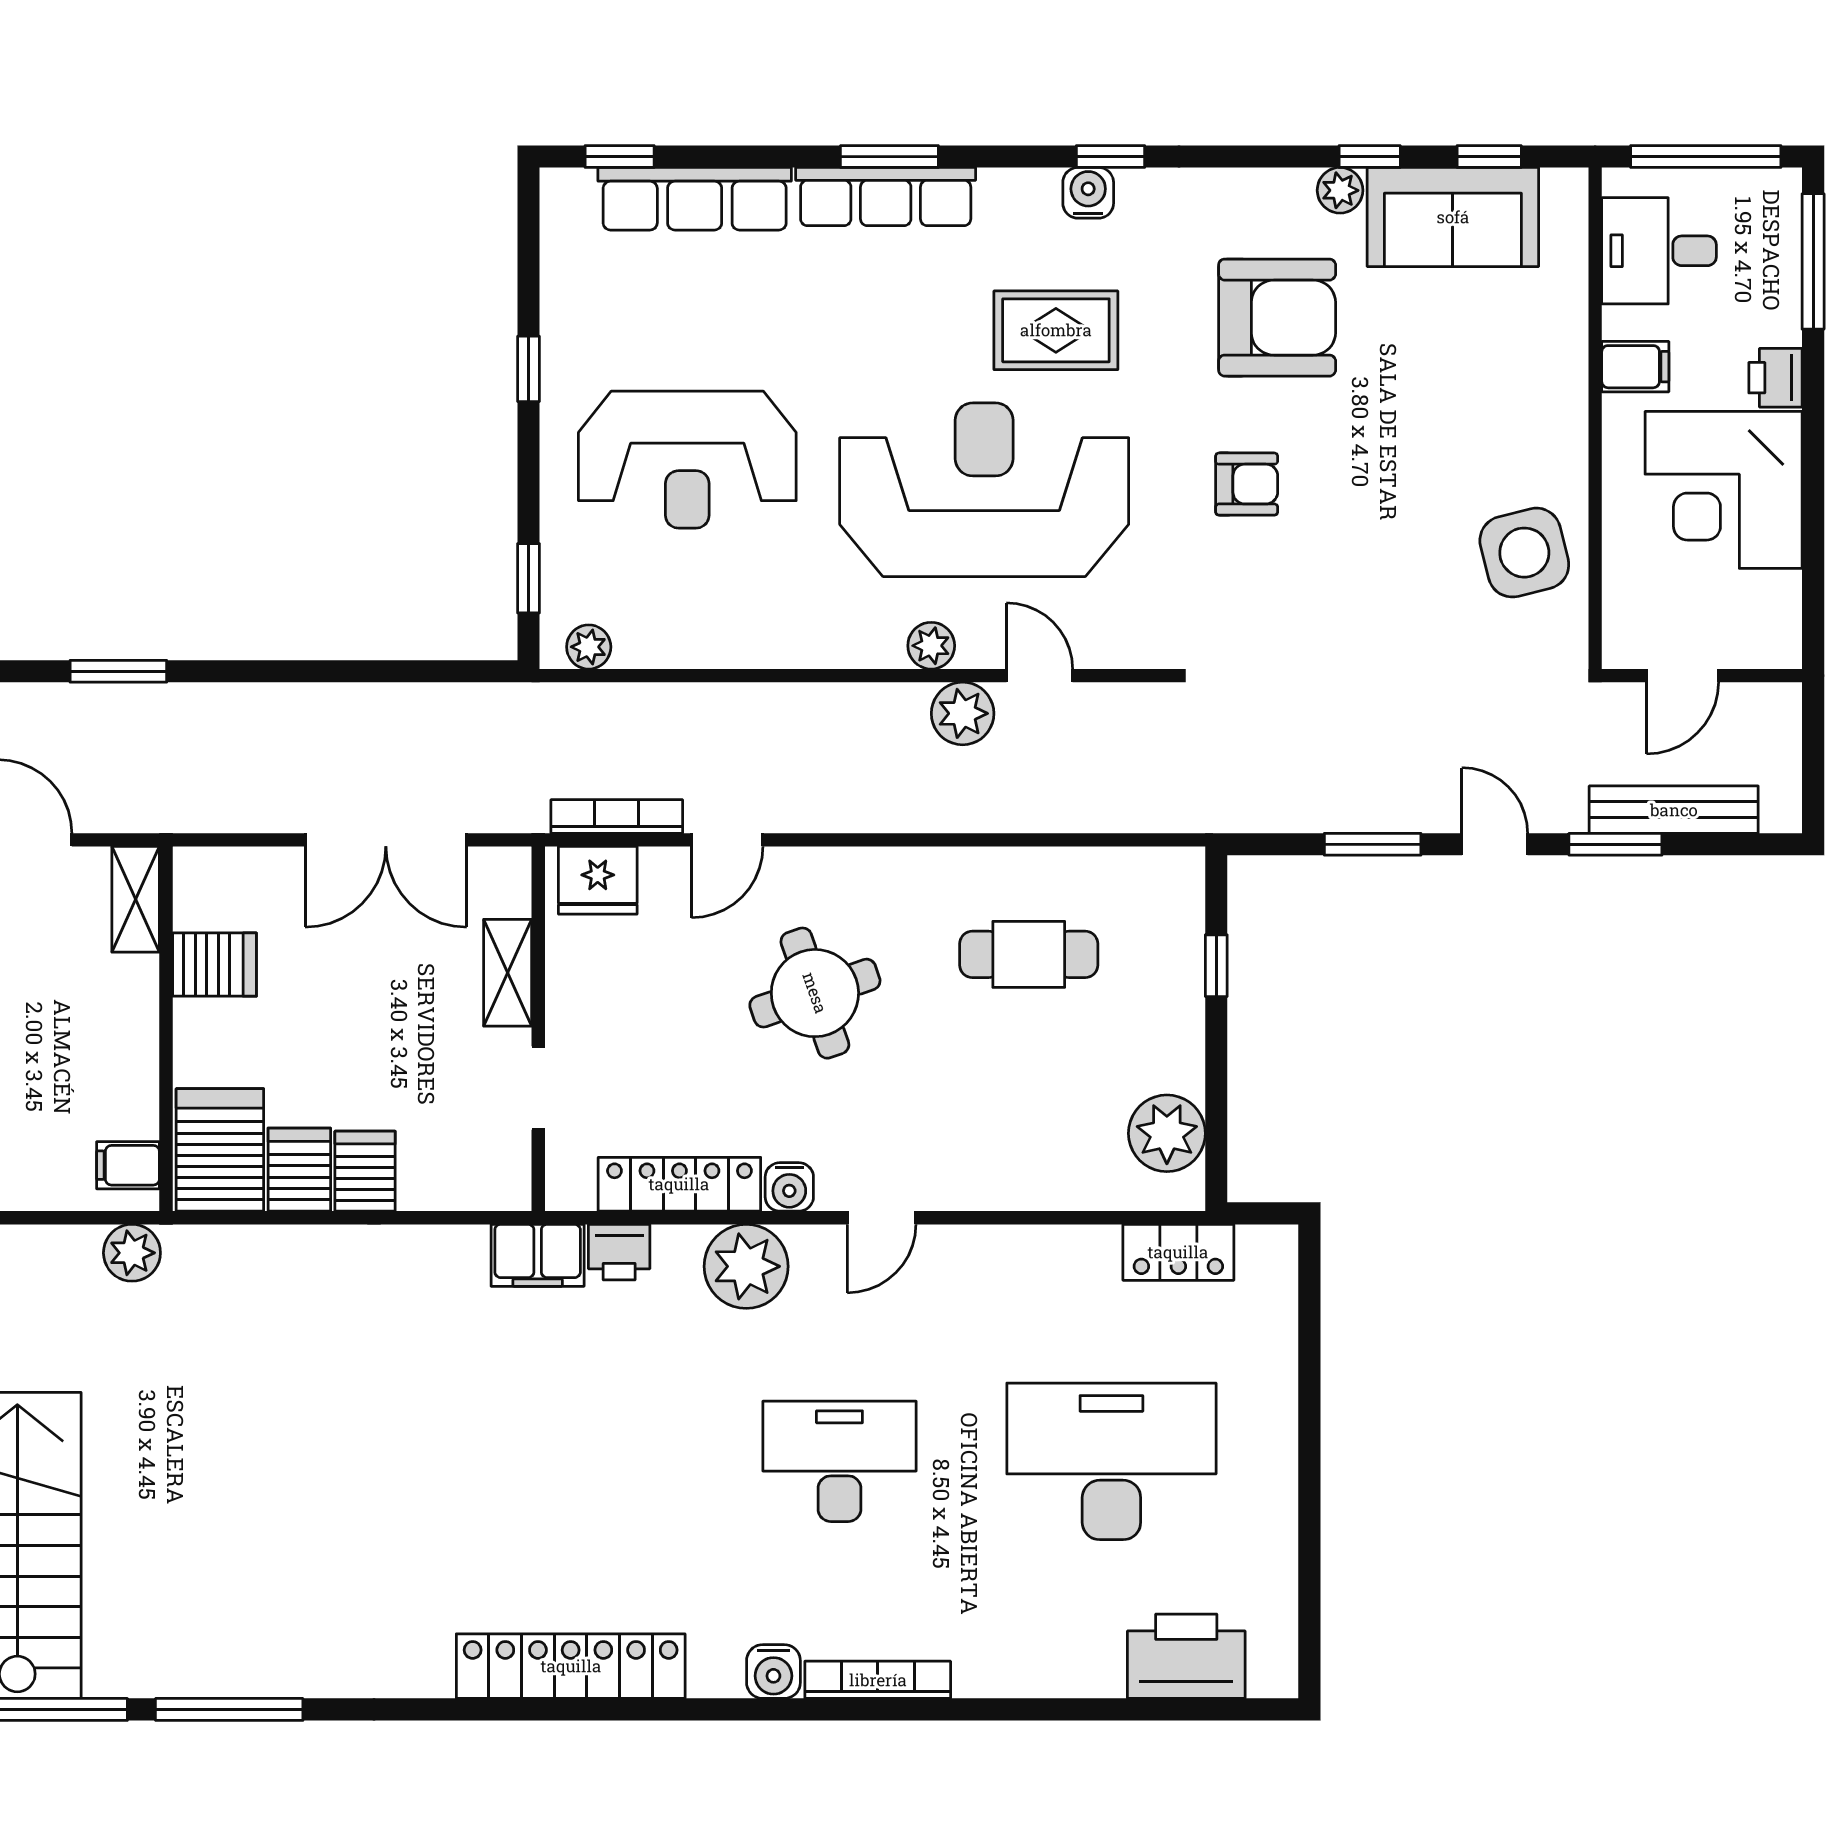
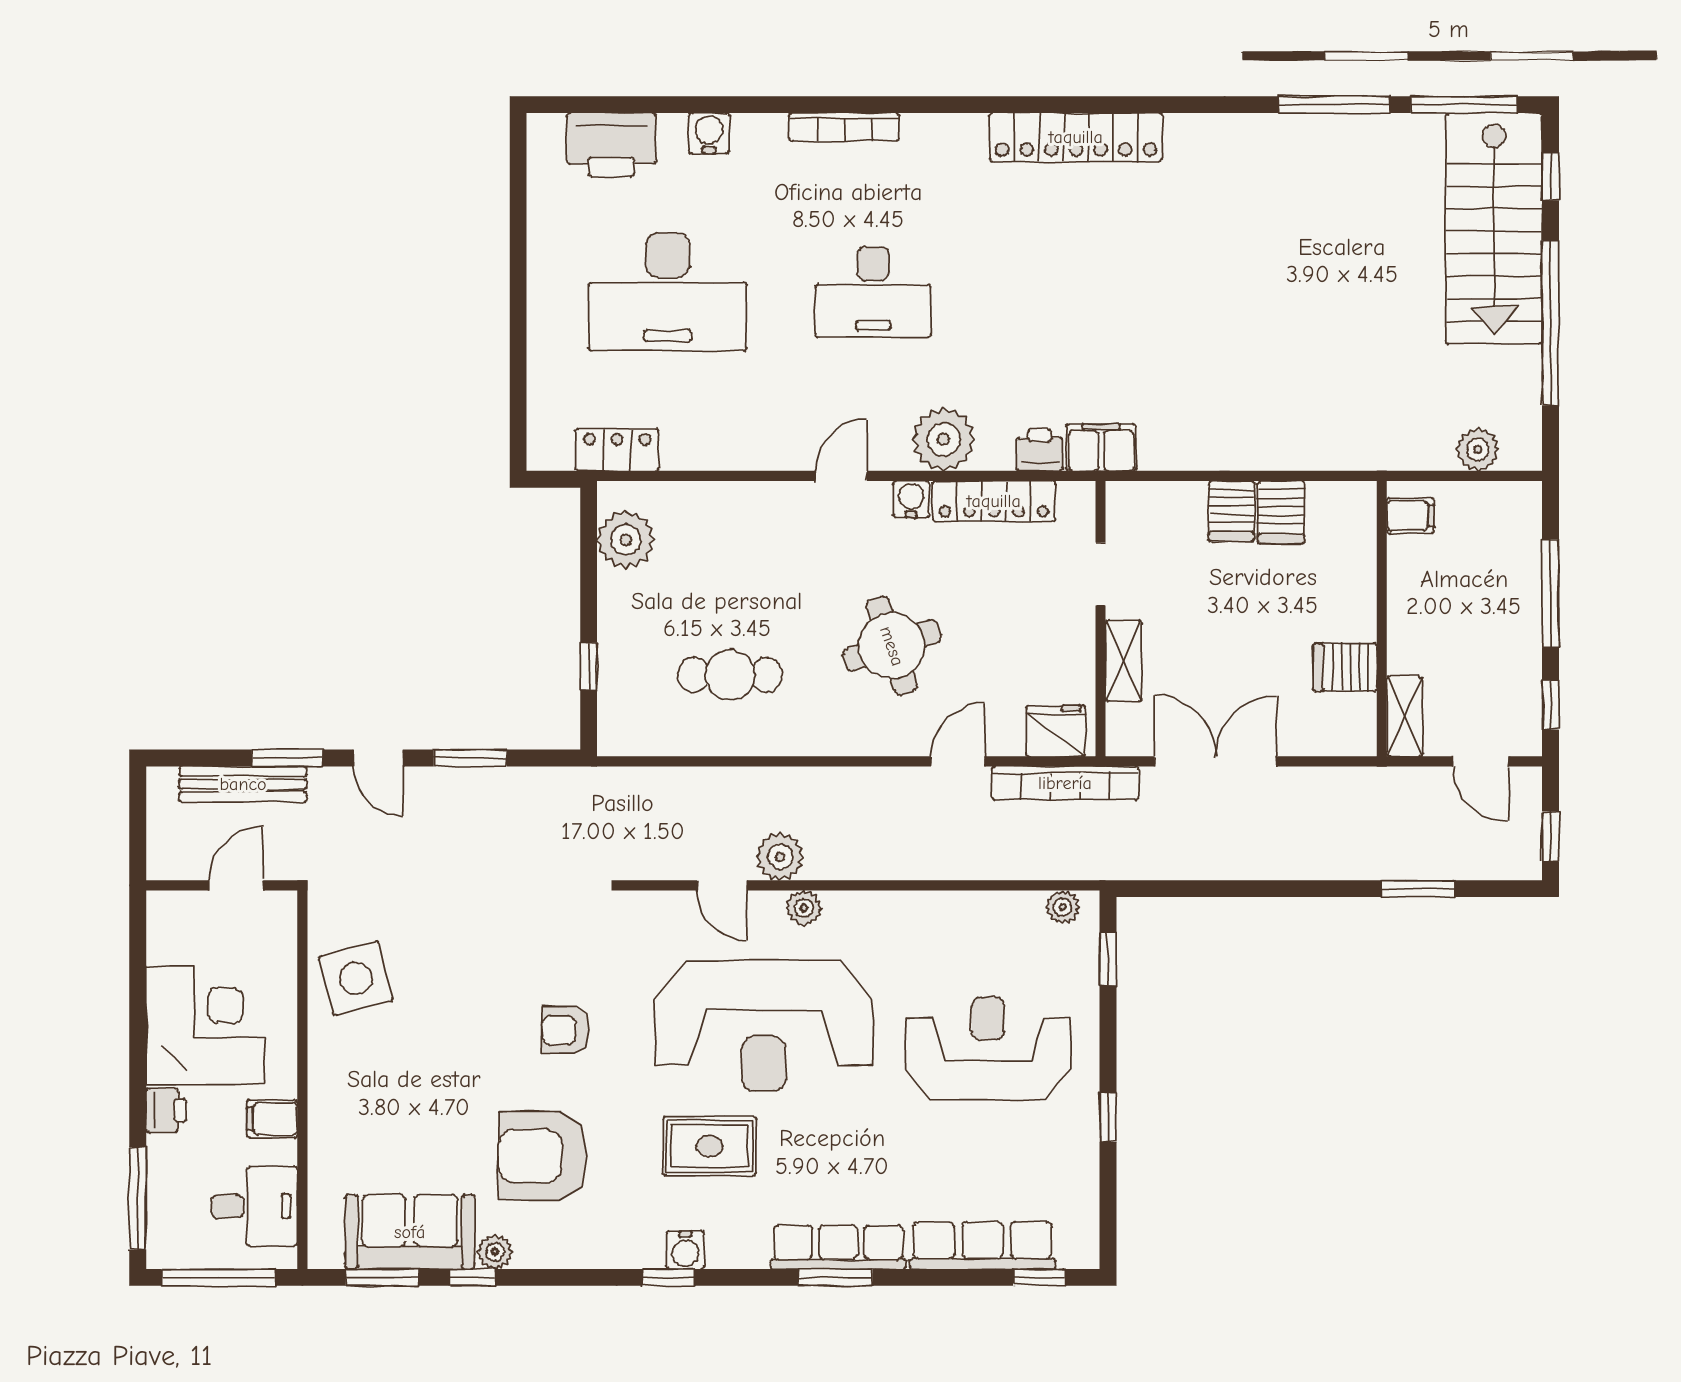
window: (1489, 157) -> (382, 1277), width x1.50
bookcase: (617, 816) -> (1065, 783), width x1.48, depth x1.31
server rack: (220, 1150) -> (1341, 527), removed
plant: (132, 1253) -> (1478, 449), moved
water cooler: (773, 1672) -> (709, 133), moved

